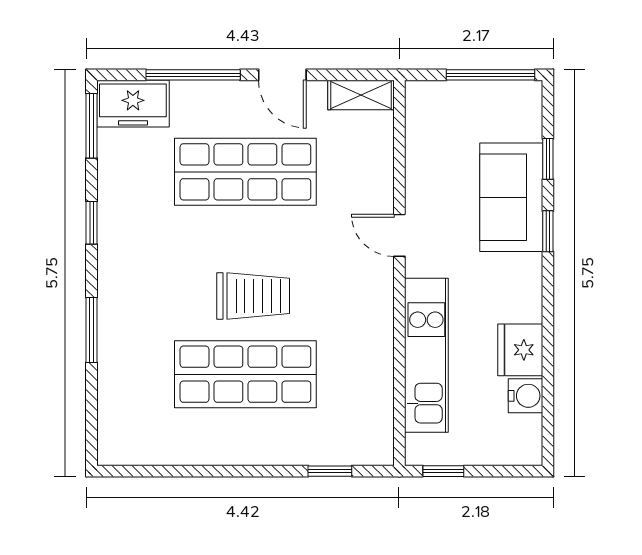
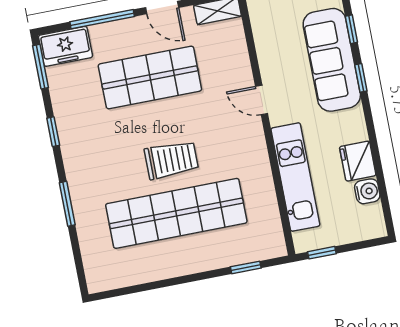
sofa: (511, 197) -> (332, 60), width x1.36
shop shelf: (245, 374) -> (176, 213), width x1.40

